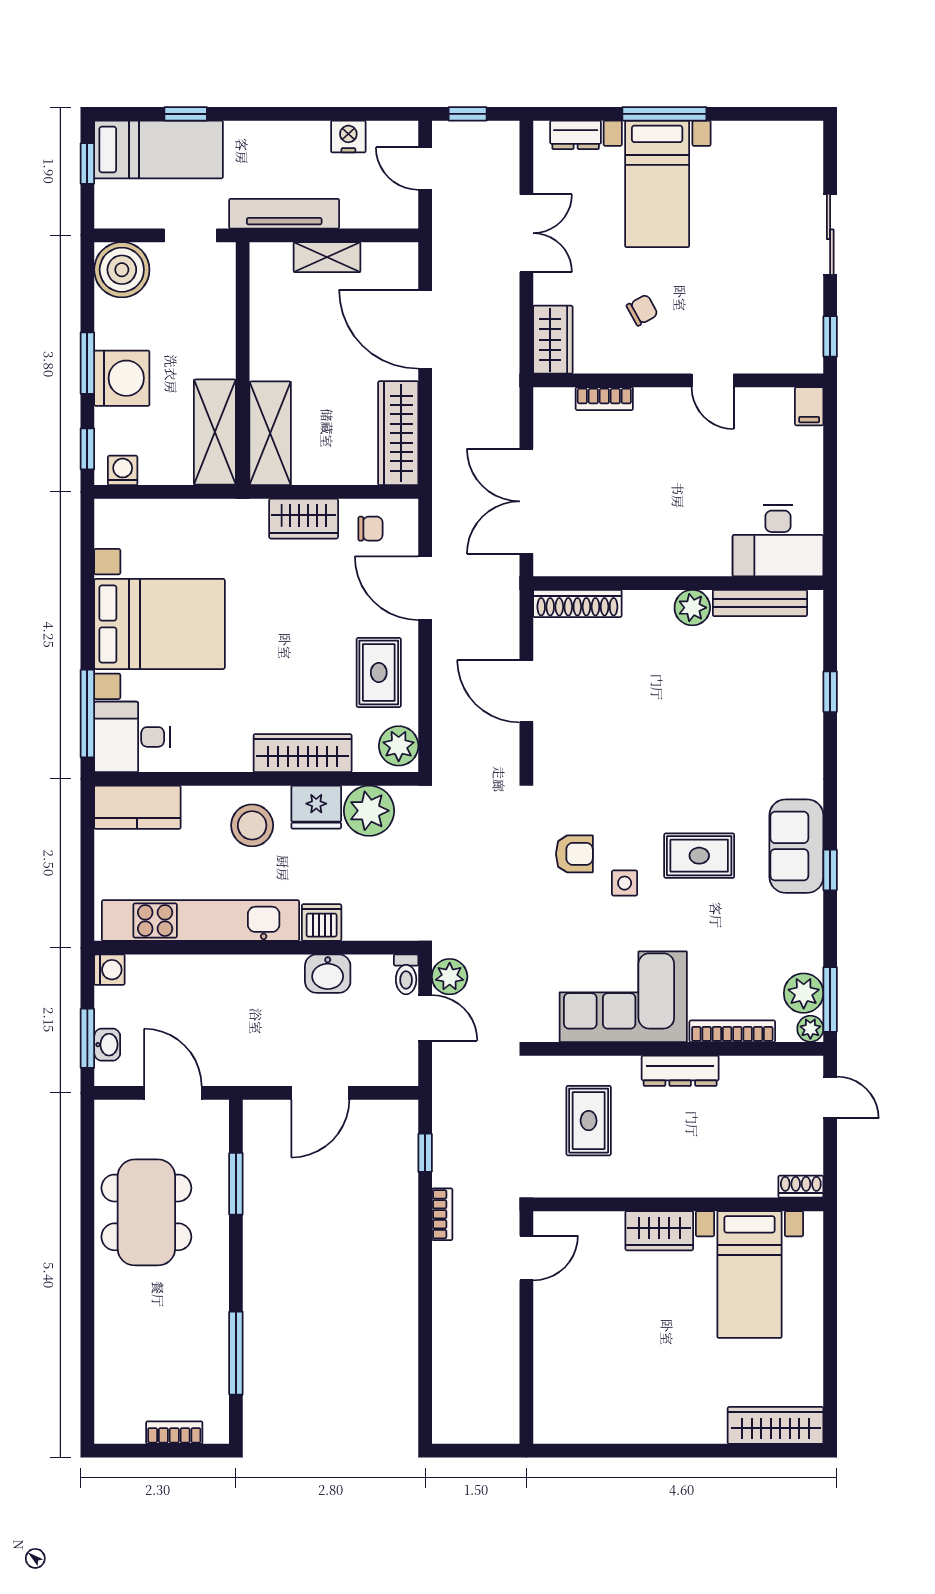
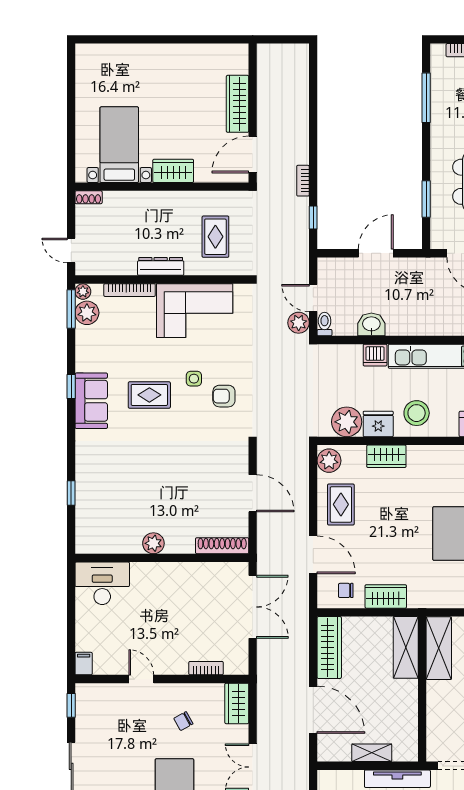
bench: (760, 603) -> (113, 546), removed
wardrobe: (303, 753) -> (386, 456), width x0.67
door: (526, 1258) -> (253, 155), width x1.38
wardrobe: (776, 1425) -> (238, 104), moved, turned 90

